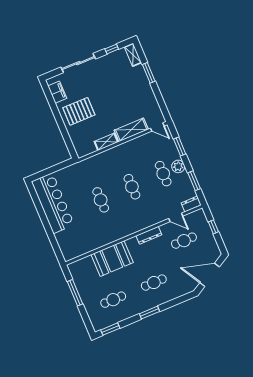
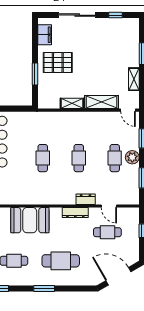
shelving: (133, 55) -> (134, 79), moved
window: (63, 130) -> (35, 74), added
dresser: (191, 204) -> (86, 199), moved
cafe table: (154, 283) -> (61, 261), width x1.37, depth x1.35

